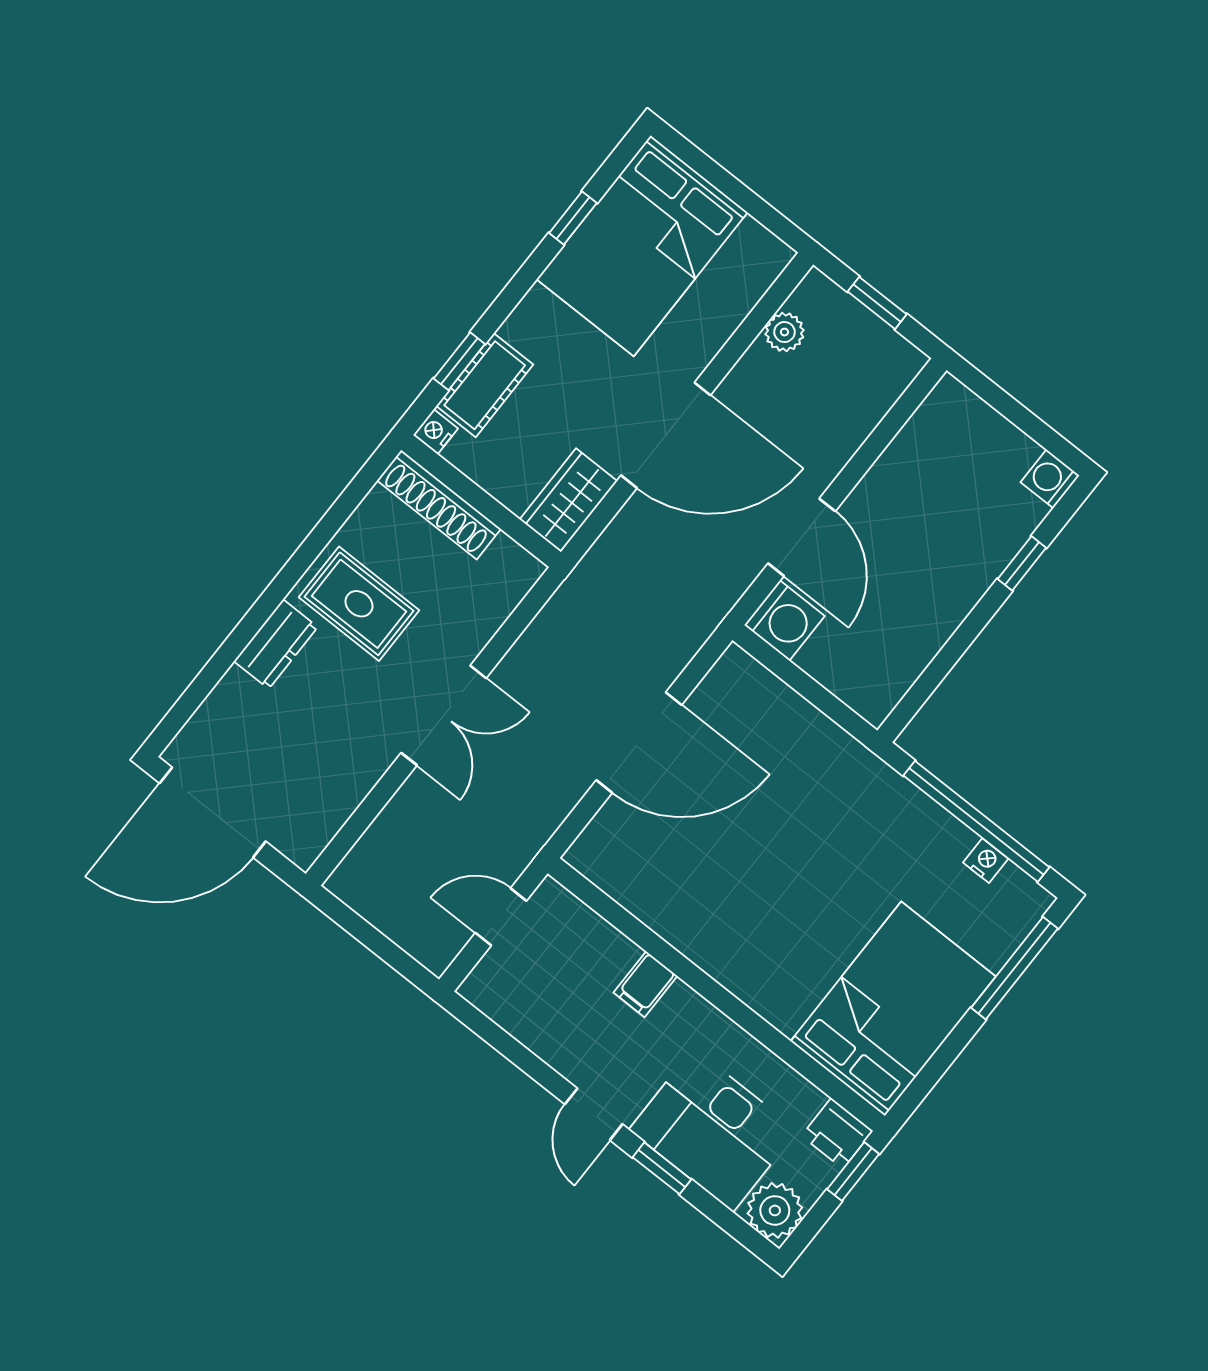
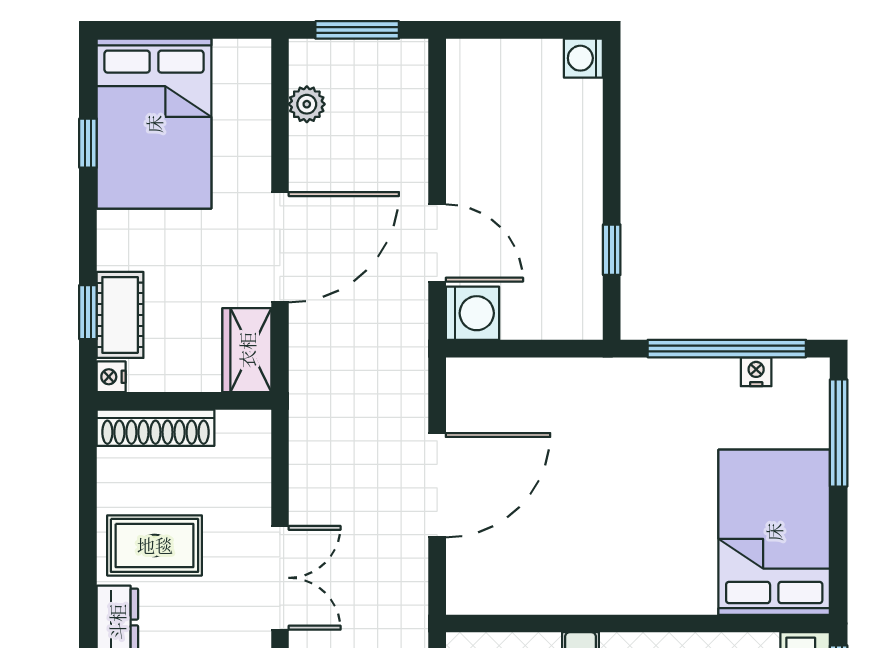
window: (877, 303) -> (357, 30), width x1.50
window: (1022, 563) -> (612, 250), moved

